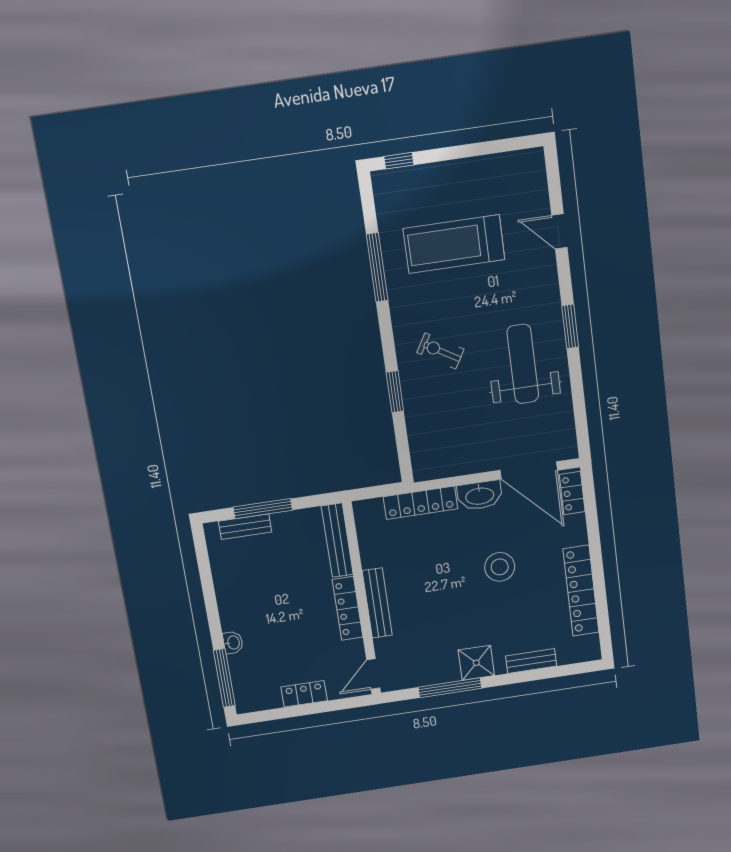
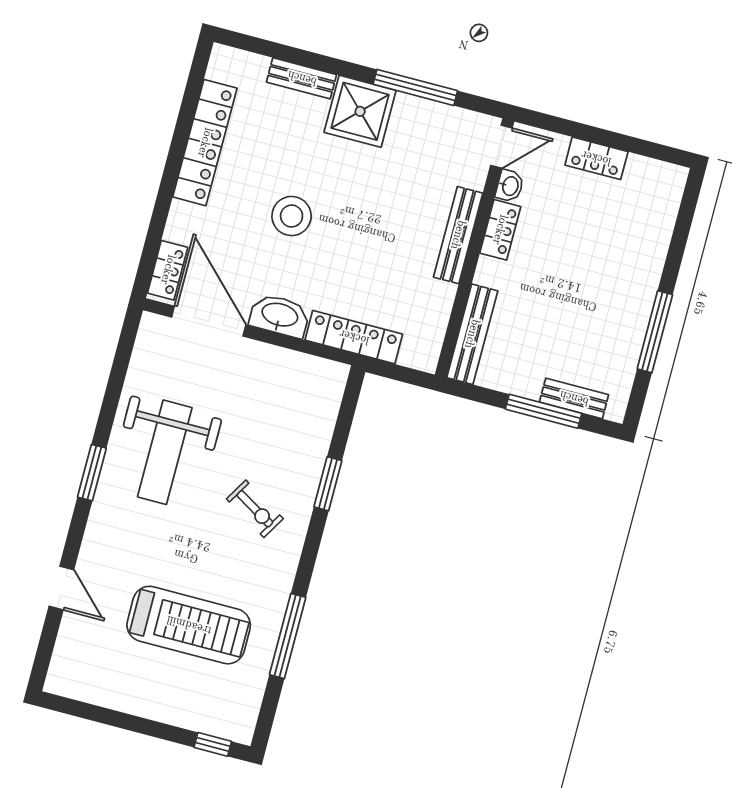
locker: (348, 608) -> (500, 230), width x0.66
washbasin: (233, 643) -> (510, 186), moved, turned 180
shower: (476, 663) -> (360, 111), width x1.36, depth x1.36
window: (224, 678) -> (655, 332), moved

